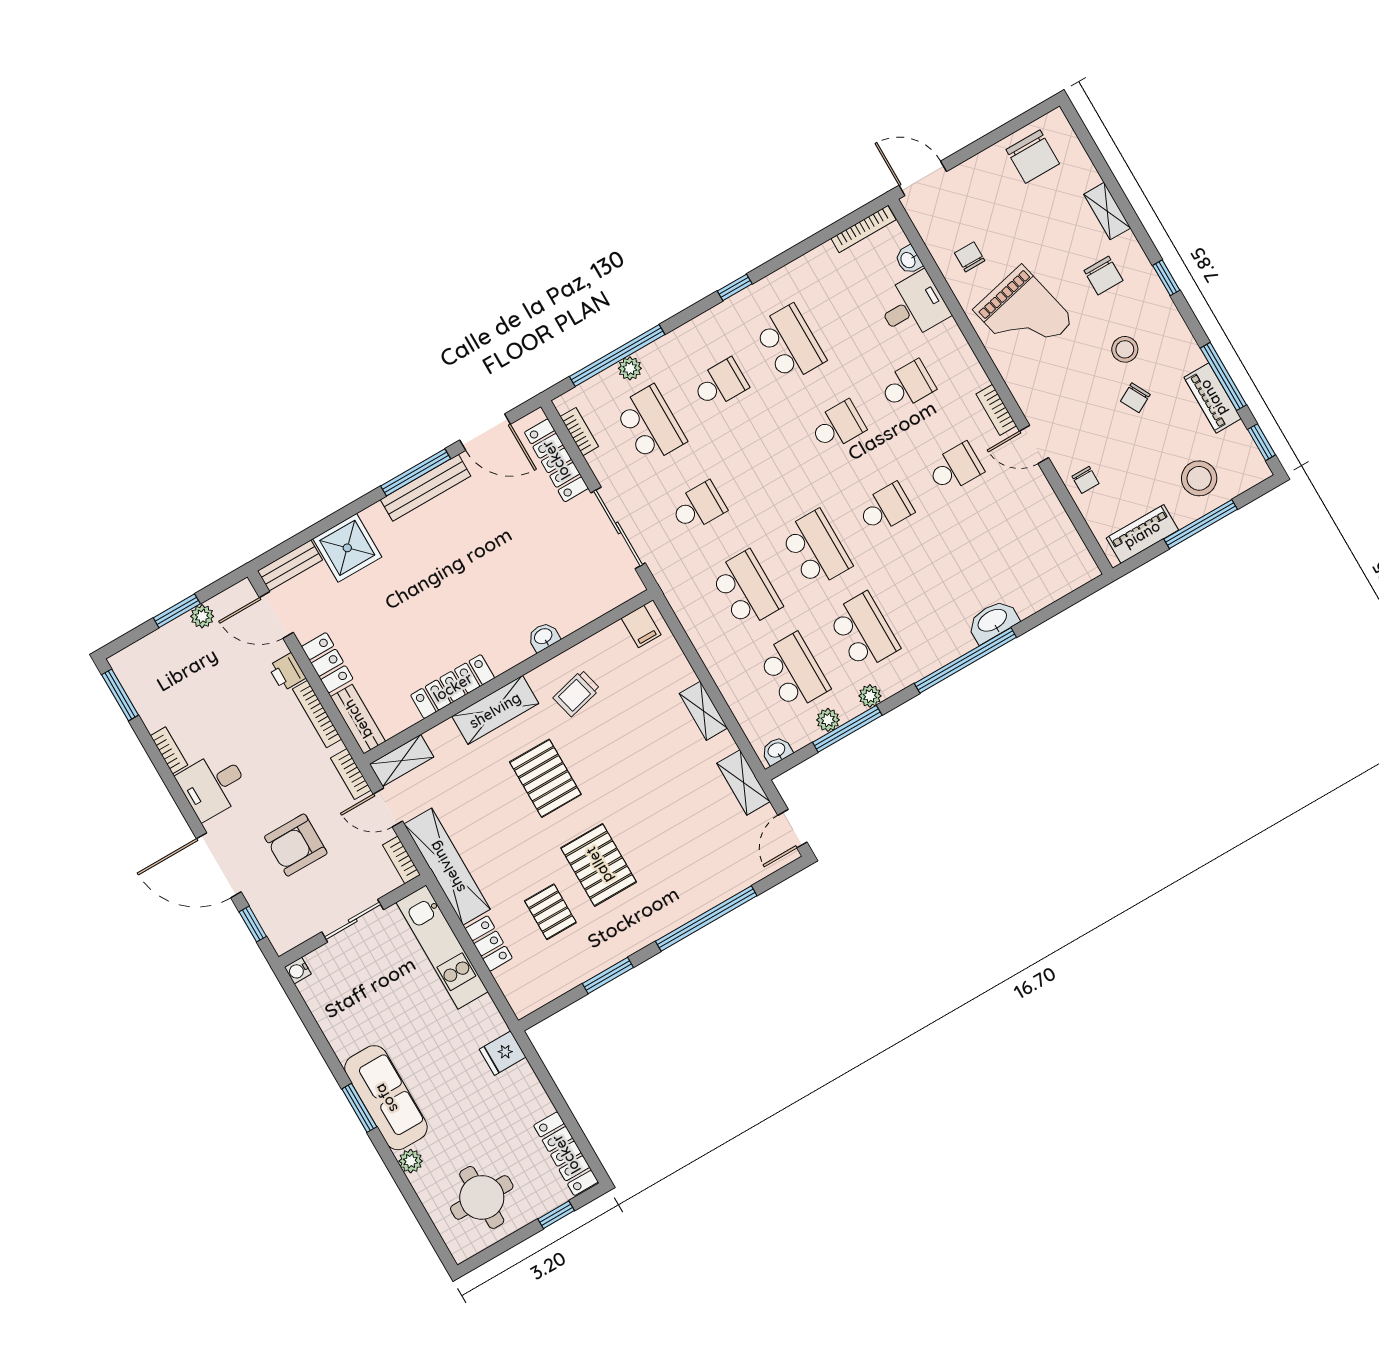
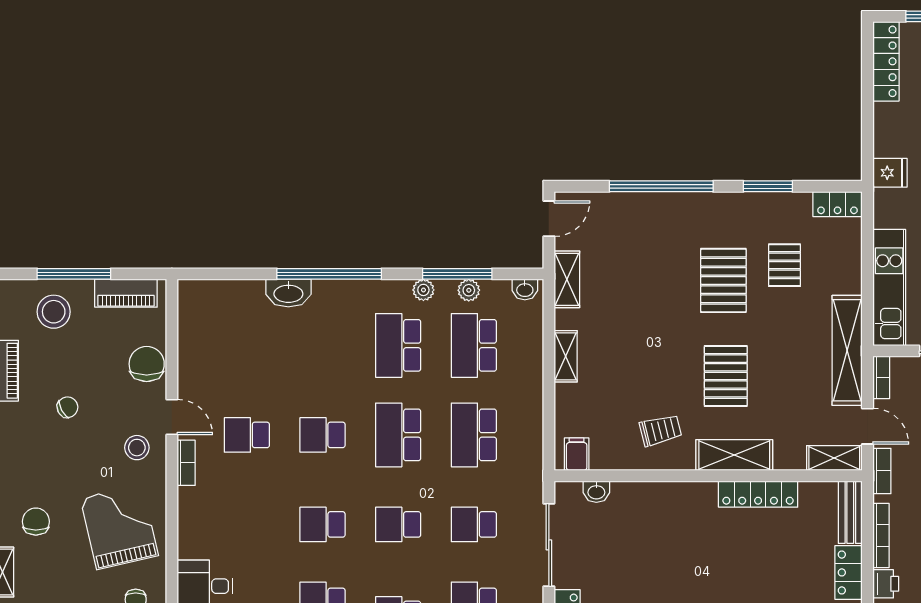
stool: (1125, 349) -> (137, 448), moved
school desk: (907, 386) -> (398, 524), moved
chair: (1085, 480) -> (147, 364), width x1.87, depth x1.87
washbasin: (544, 637) -> (596, 492), moved
locker: (489, 943) -> (837, 204), moved, turned -90

